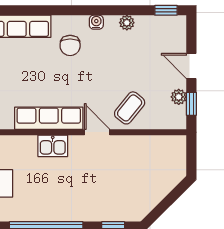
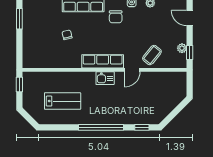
door: (191, 66) -> (190, 18), moved
door: (97, 132) -> (132, 70), swing flipped

